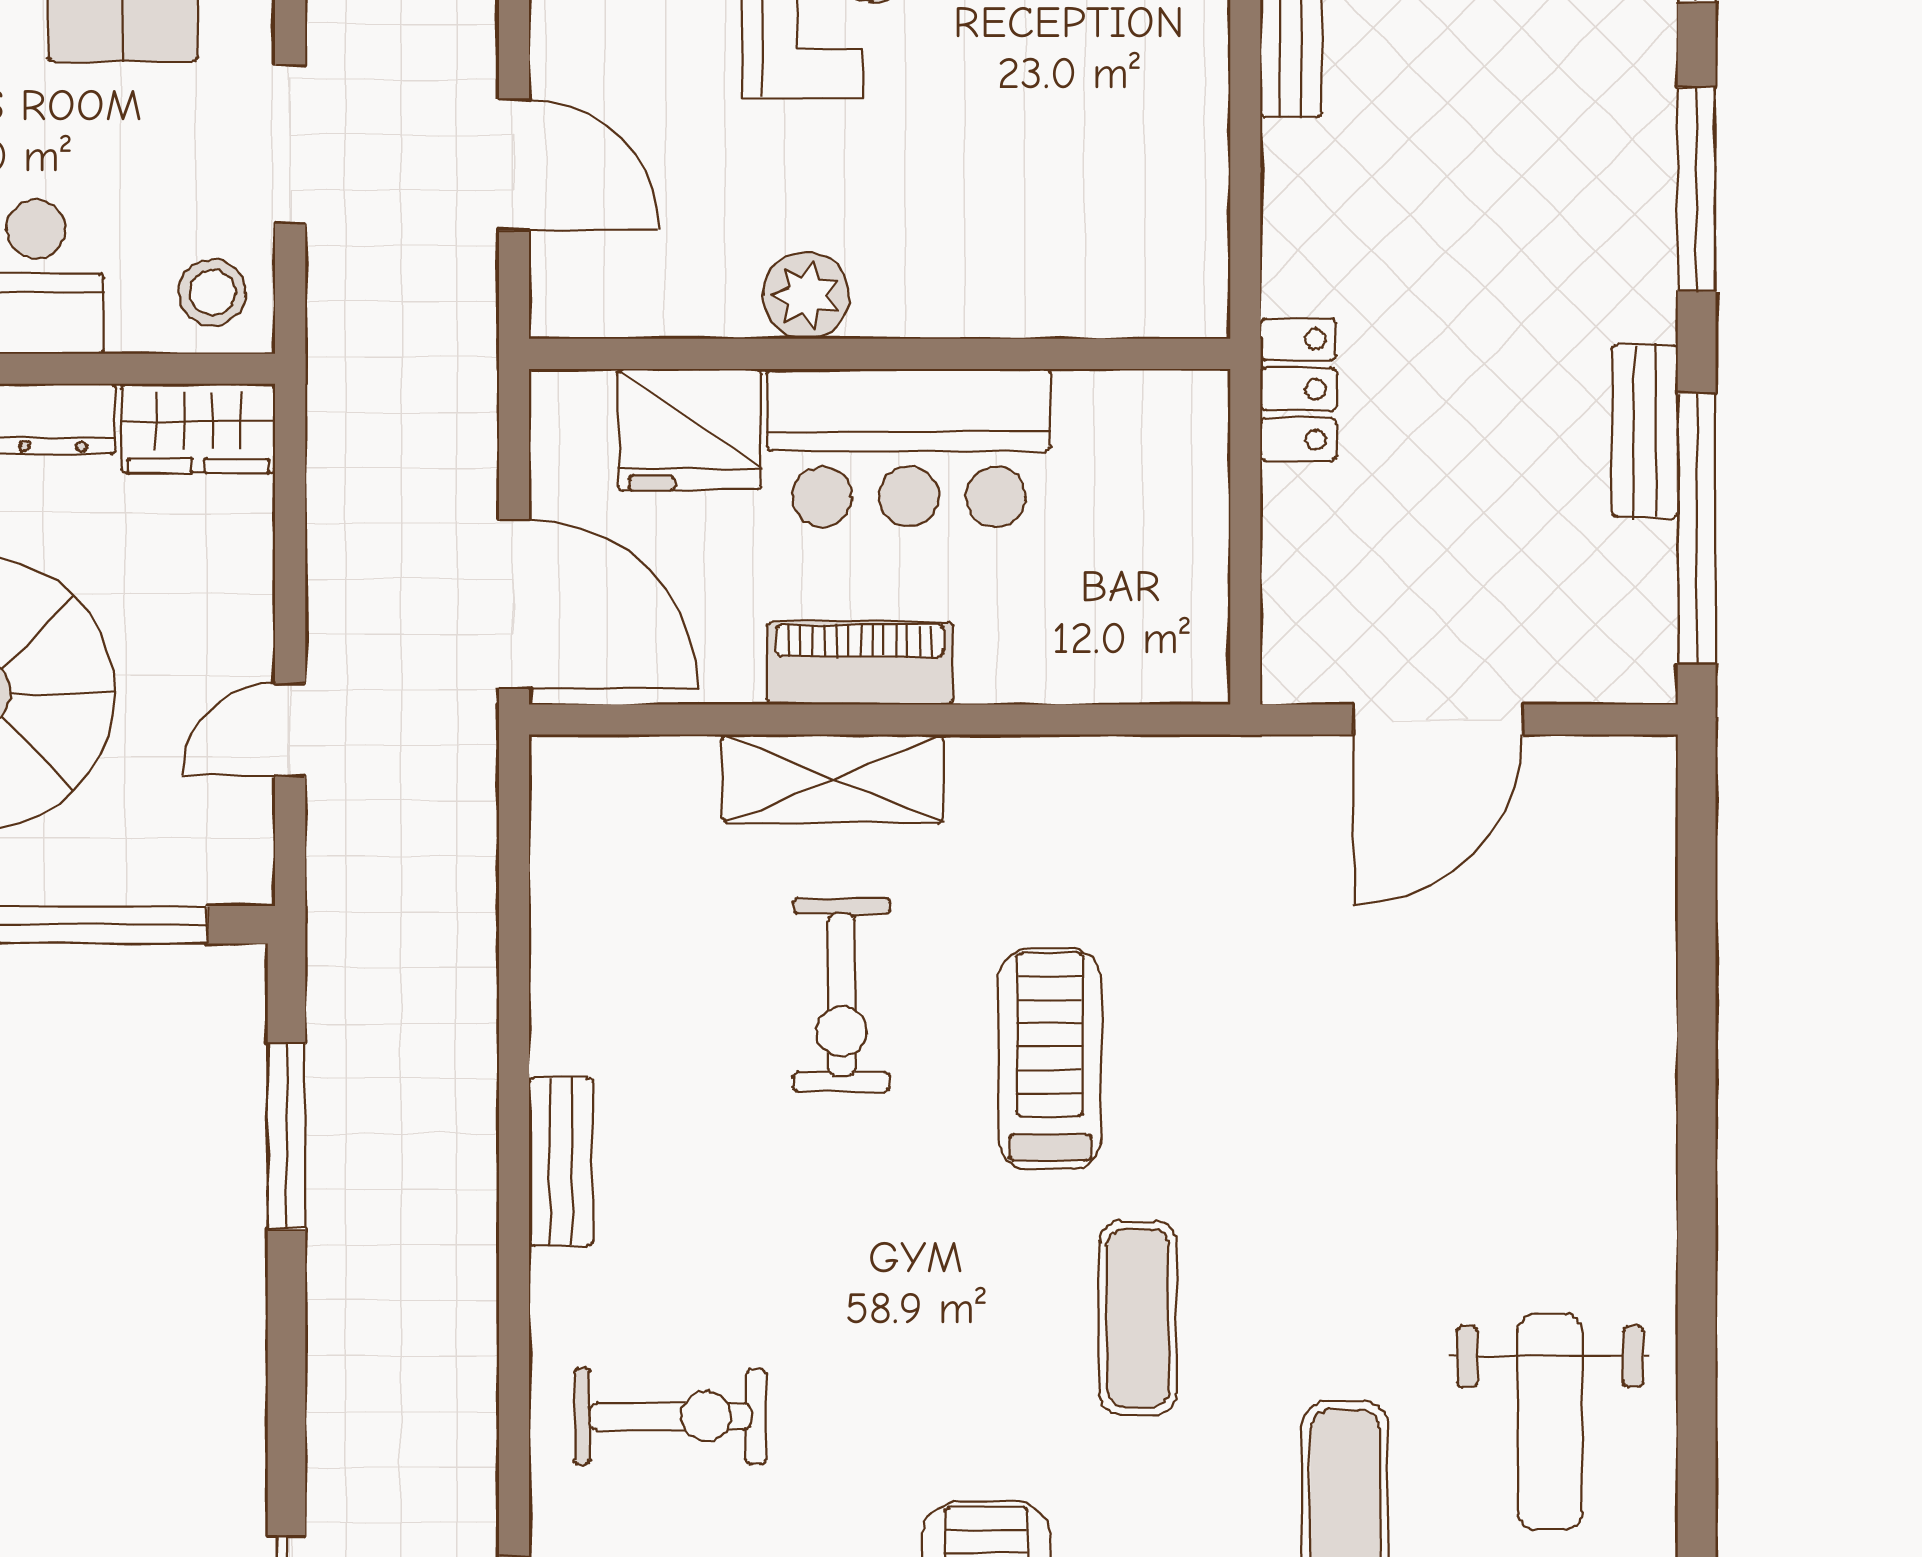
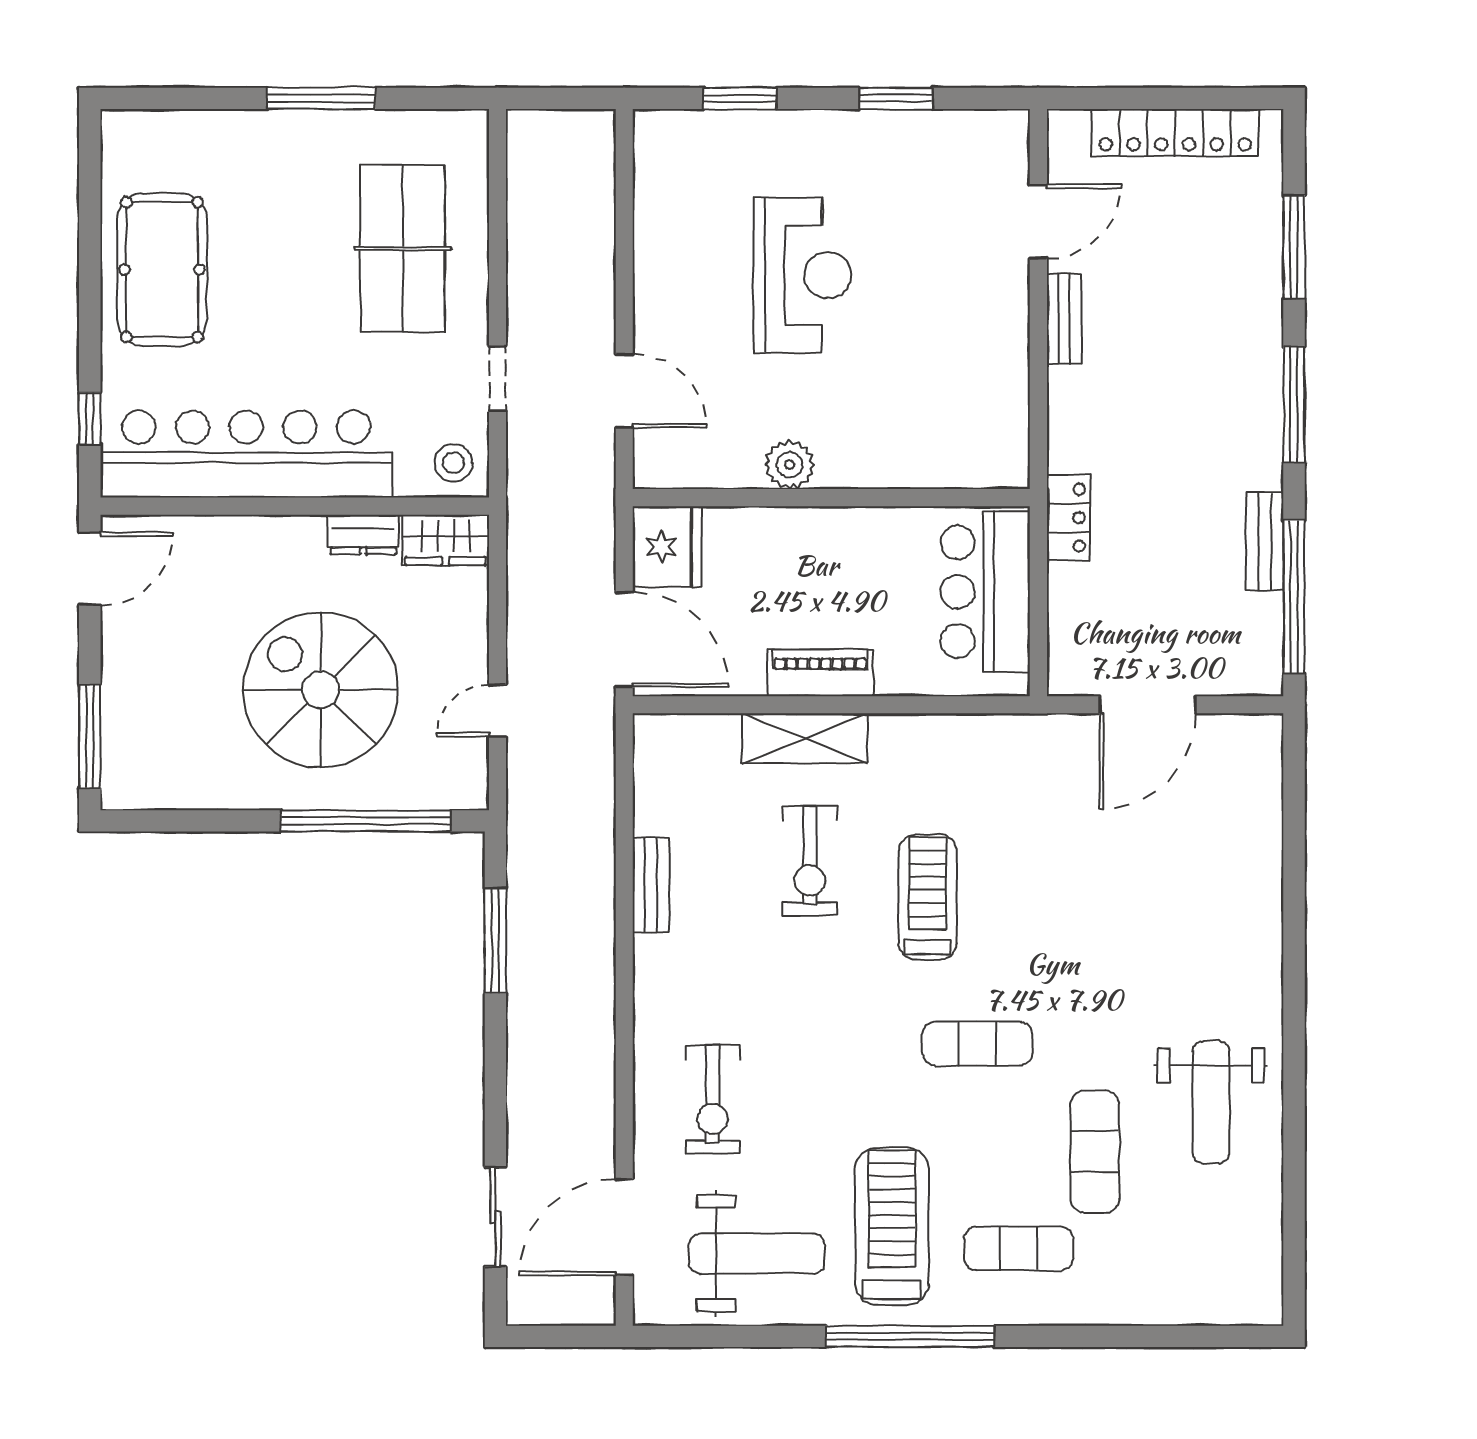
doorway: (290, 144) -> (498, 379), width x0.73
fridge: (689, 430) -> (667, 547), moved, turned -90
bar counter: (909, 448) -> (985, 592), moved, turned 90
bench: (561, 1161) -> (651, 885), moved
exercise mat: (1138, 1318) -> (978, 1044), turned 90
exercise bike: (670, 1416) -> (713, 1099), turned 90

